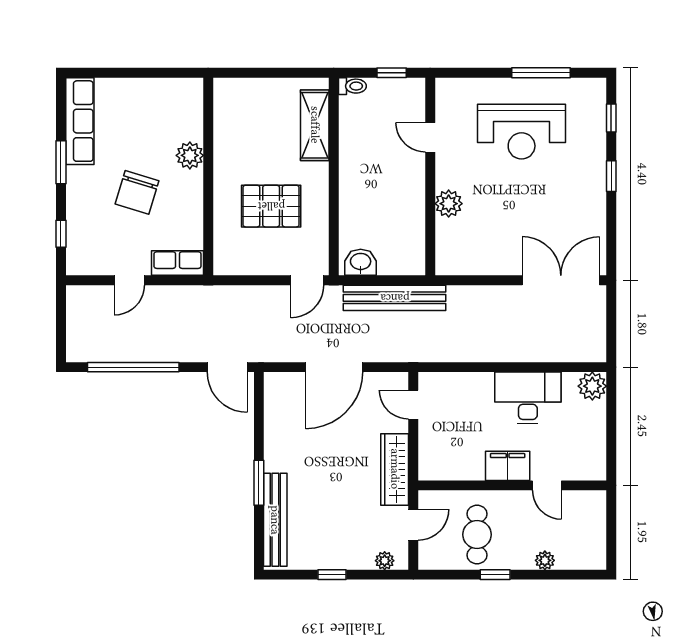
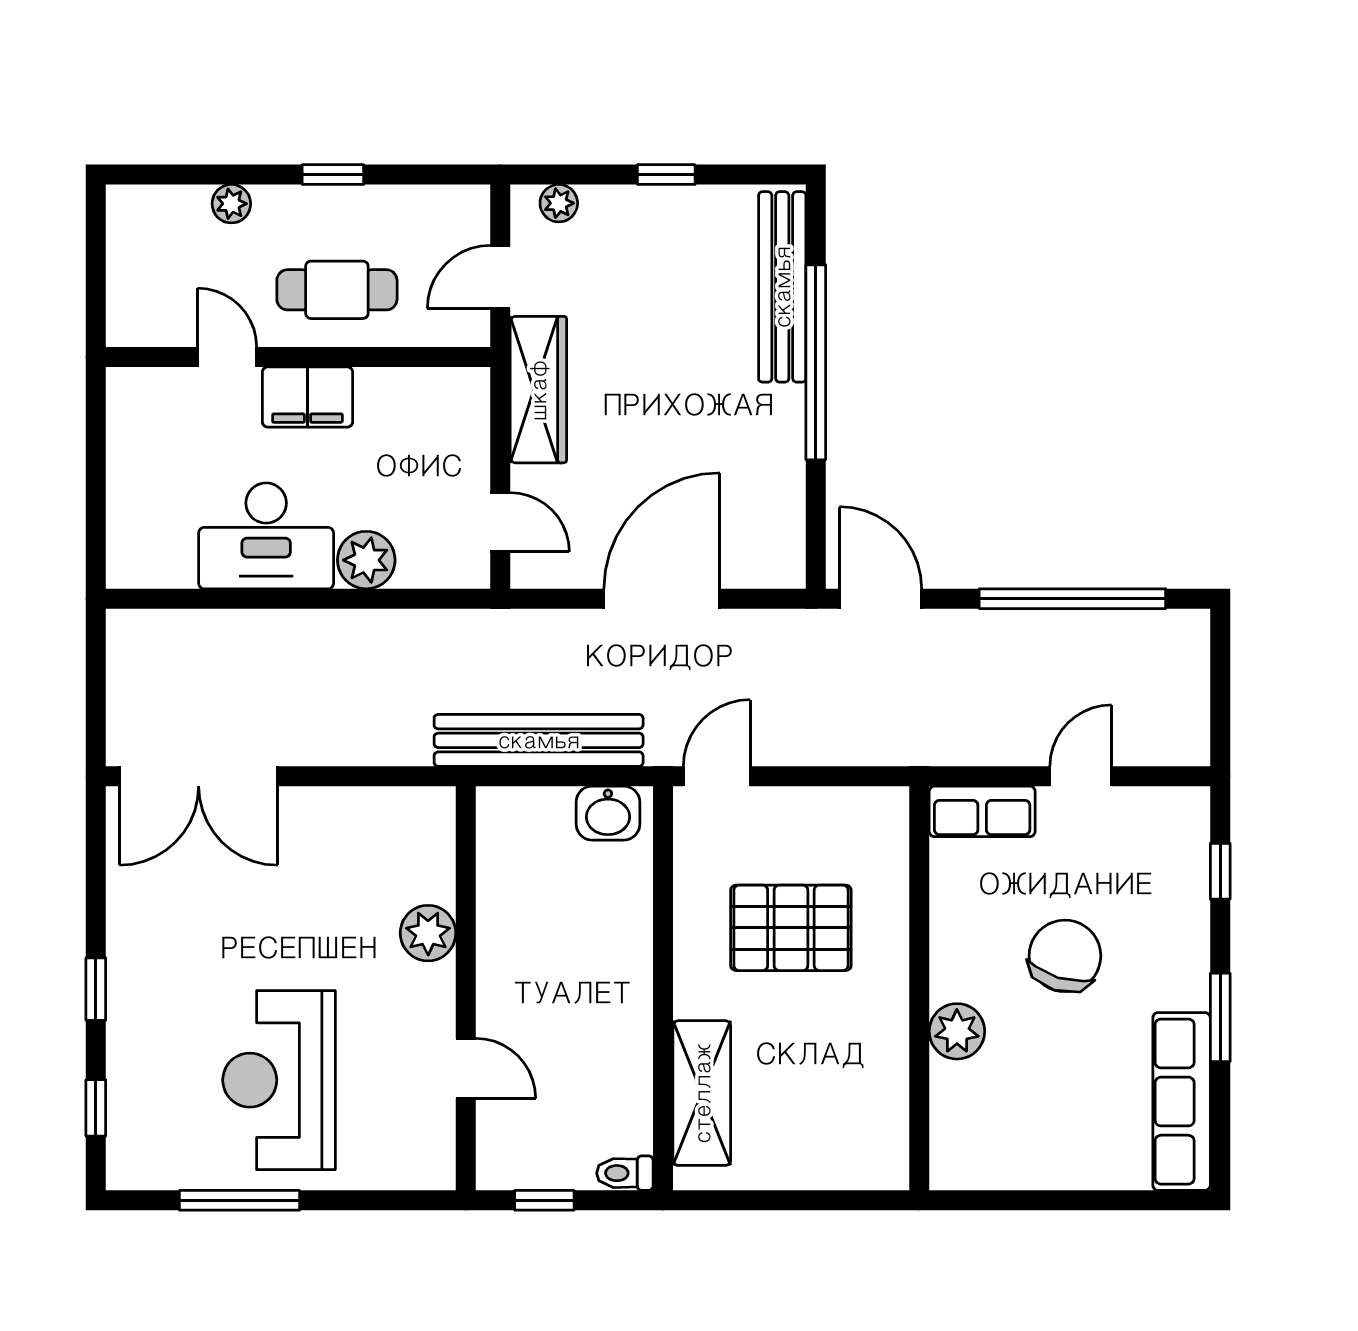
reception desk: (522, 132) -> (279, 1080), turned -90
plant: (592, 386) -> (366, 560), moved
window: (259, 483) -> (816, 362), width x2.11
cafe table: (477, 535) -> (337, 290), moved, turned 90

